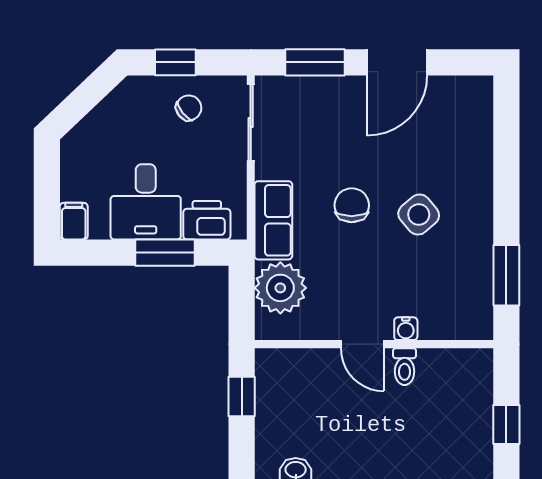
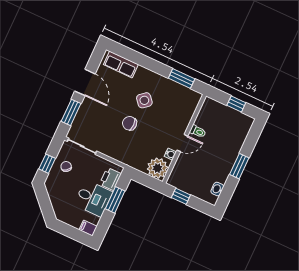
row of seats: (273, 220) -> (121, 64), moved, turned 180
plant: (280, 288) -> (157, 168), moved
water cooler: (406, 329) -> (170, 154), moved

